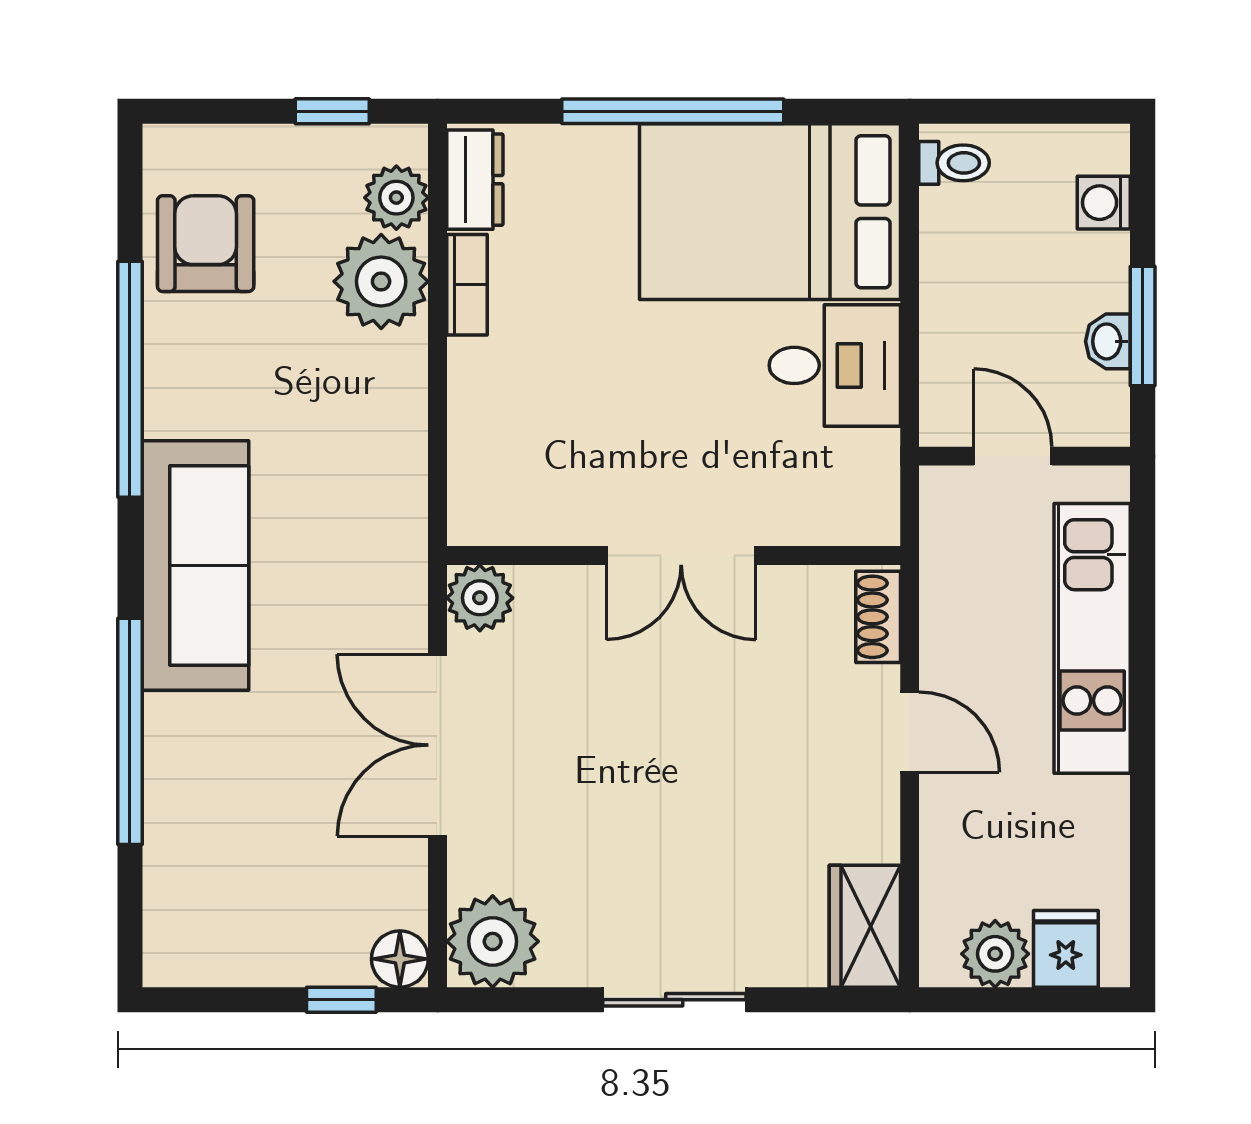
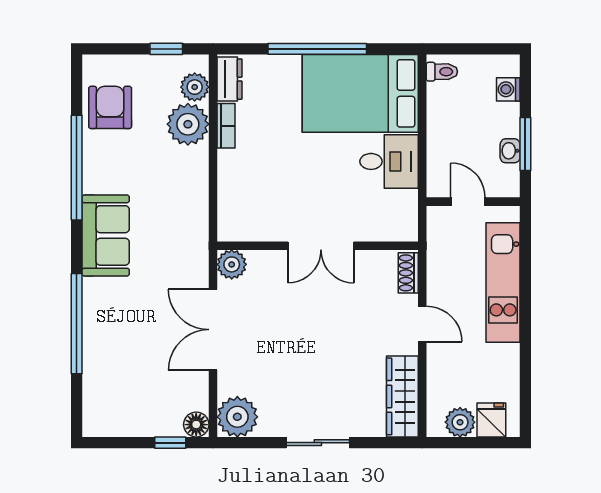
sofa: (195, 566) -> (106, 235), width x0.73
wardrobe: (865, 926) -> (402, 396), width x1.50

